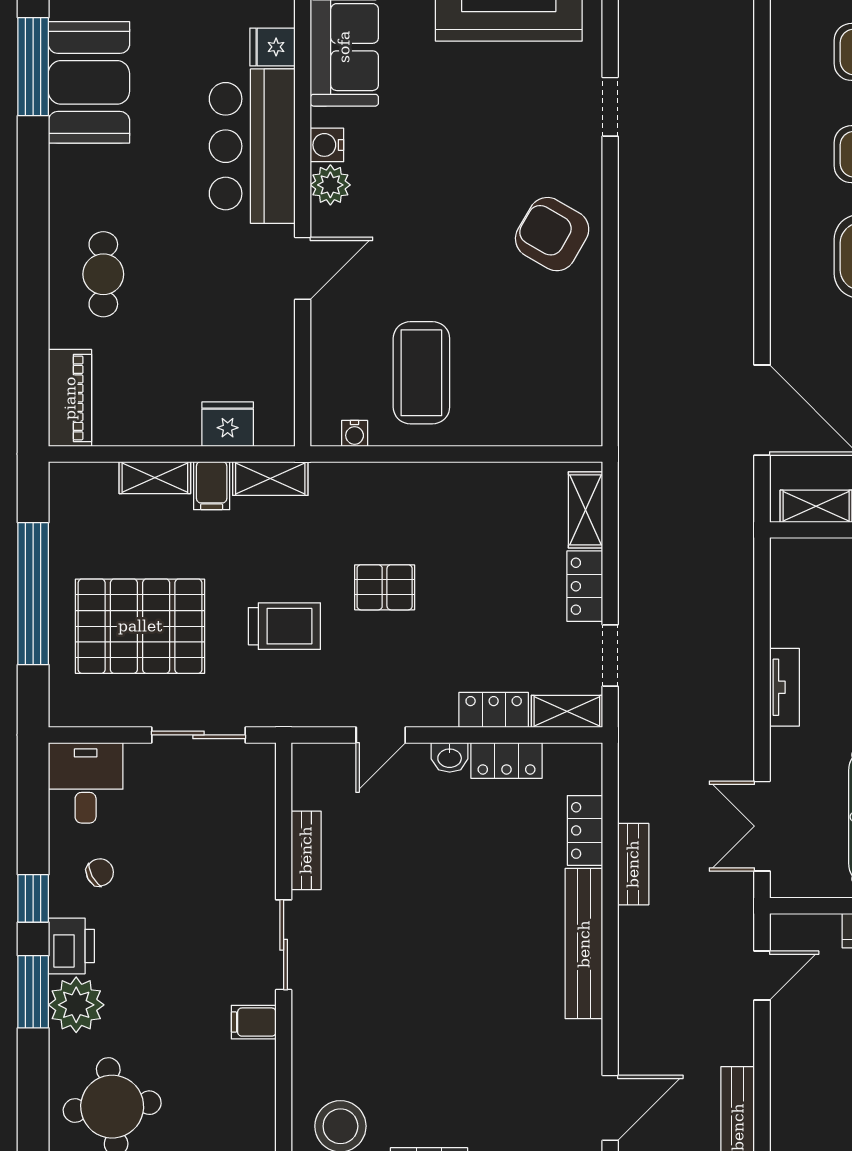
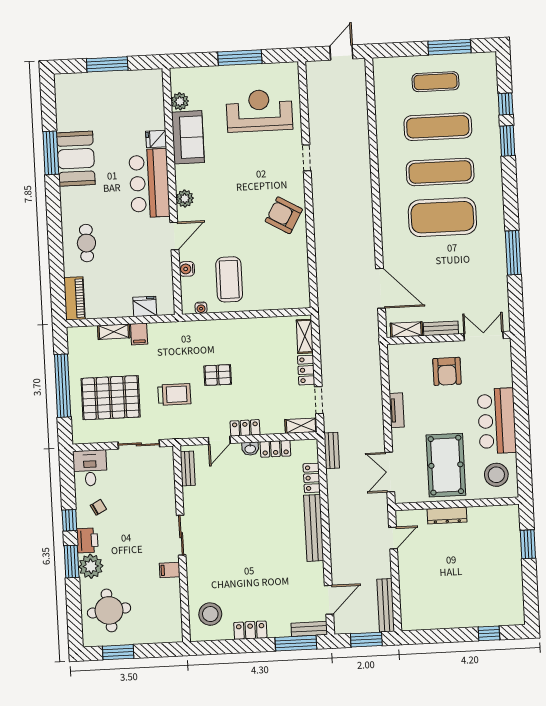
water cooler: (327, 145) -> (187, 269), moved
shelving: (270, 478) -> (165, 330), removed
locker: (494, 710) -> (245, 428), moved
bench: (306, 850) -> (188, 468), moved
bench: (633, 864) -> (332, 451), moved

